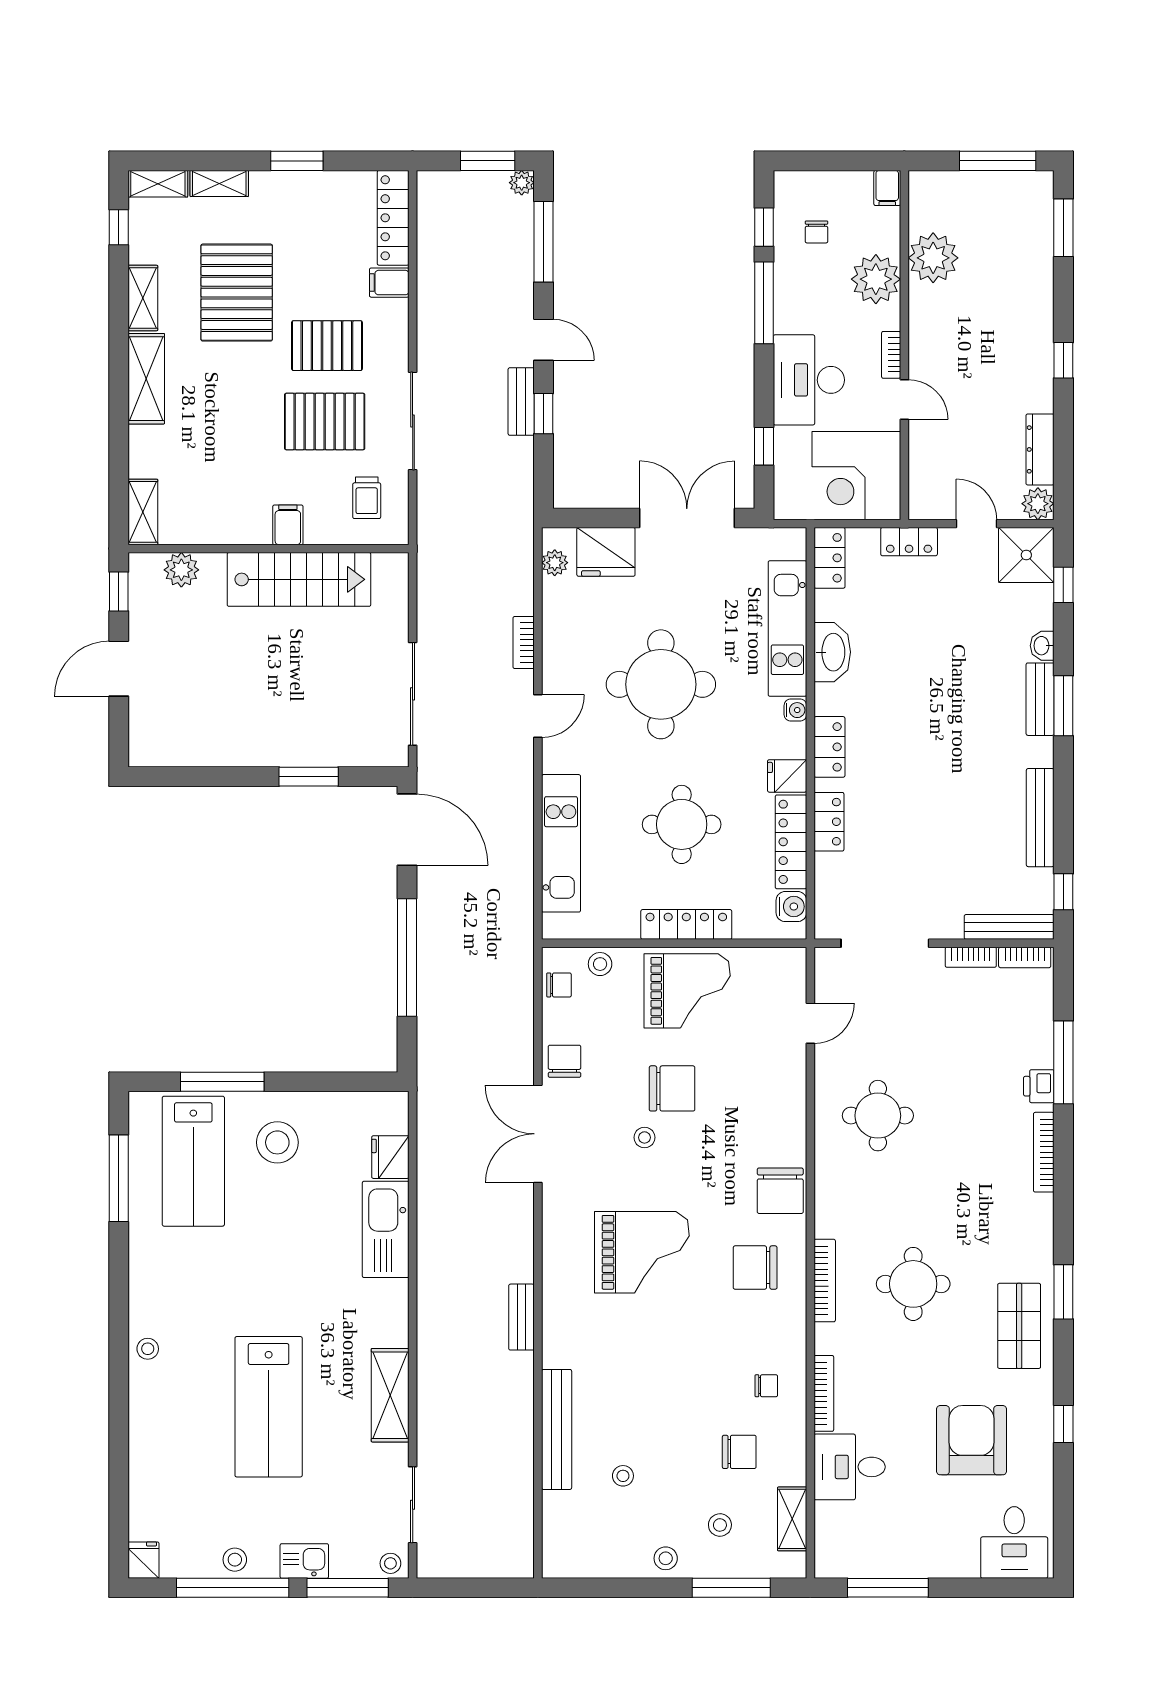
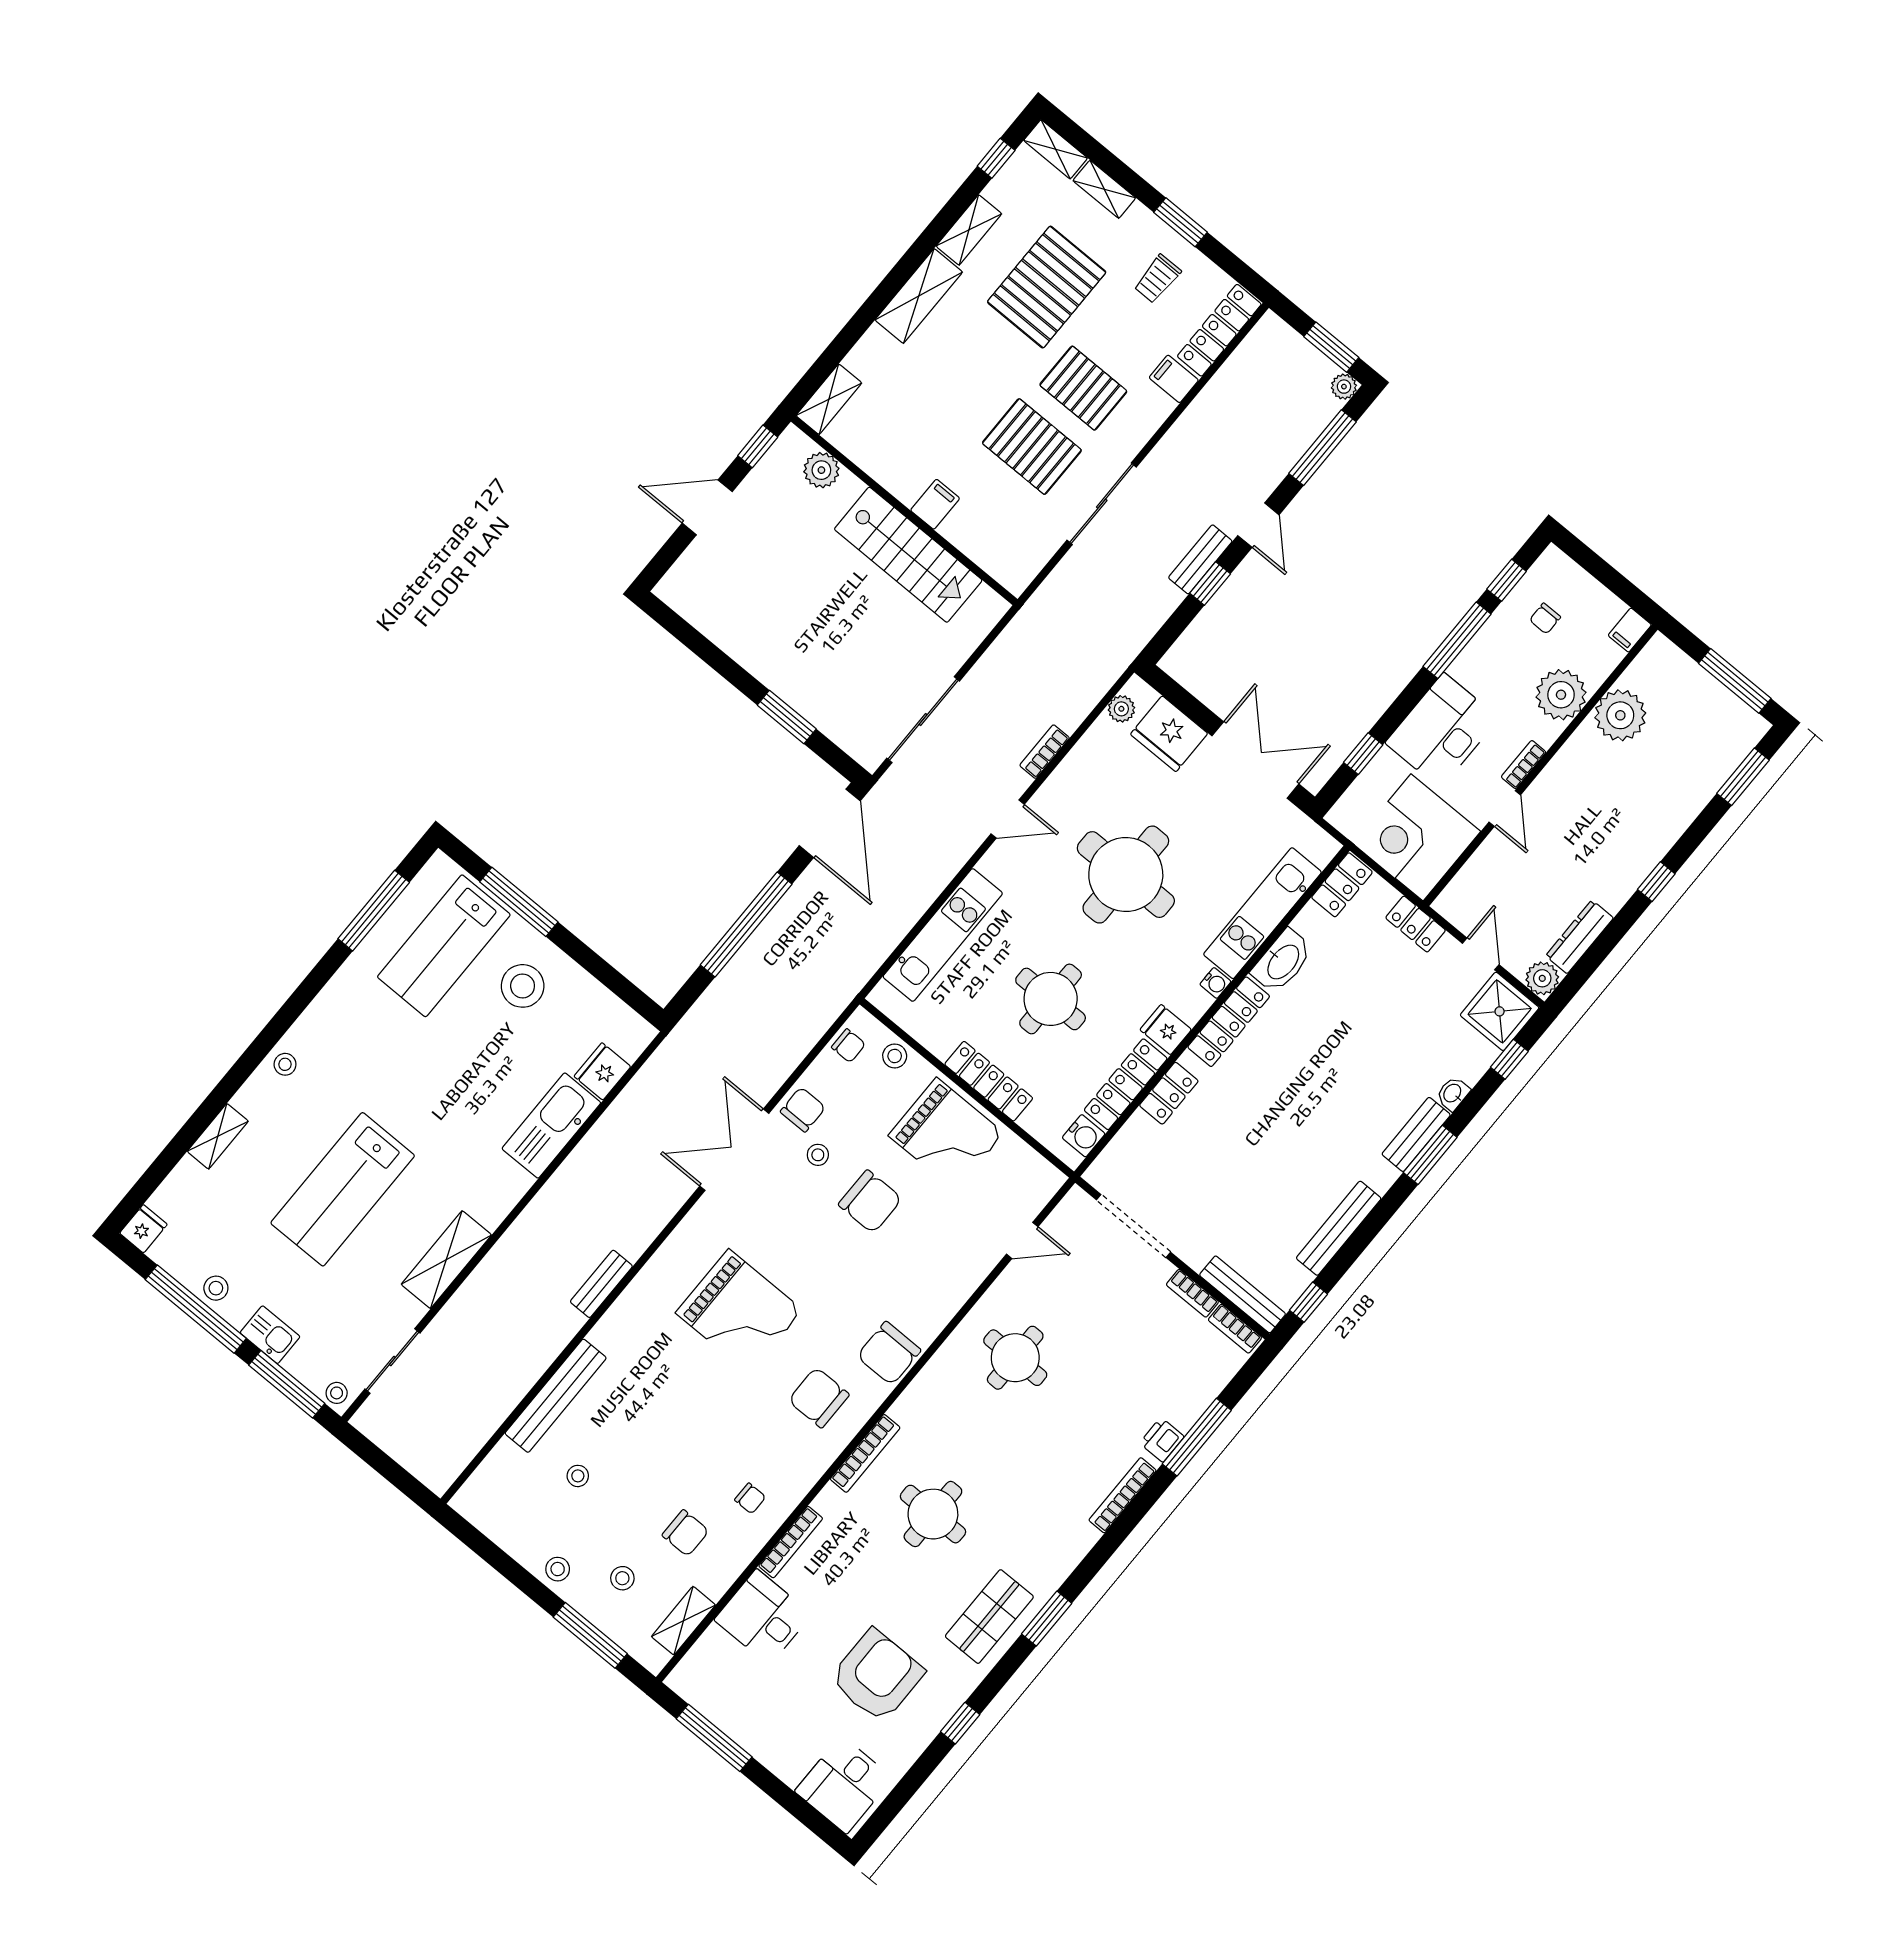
trolley: (367, 498) -> (1157, 279), moved
locker: (829, 747) -> (1229, 1022), width x1.53
stool: (644, 1137) -> (818, 1155), moved
shelving: (142, 1445) -> (218, 1136), added

